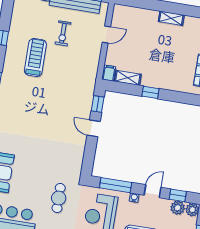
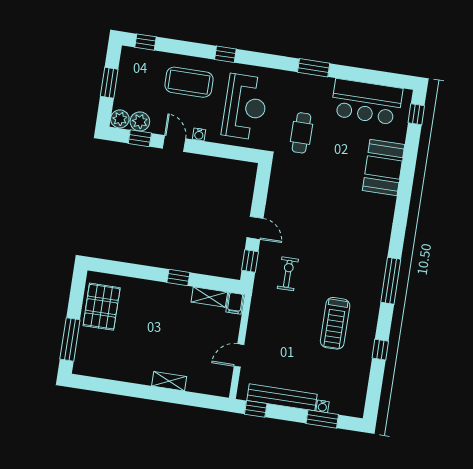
shelving: (171, 18) -> (169, 381), moved
exercise bike: (63, 33) -> (288, 274), moved
window: (116, 185) -> (224, 151), removed
door: (153, 191) -> (174, 143), swing flipped

